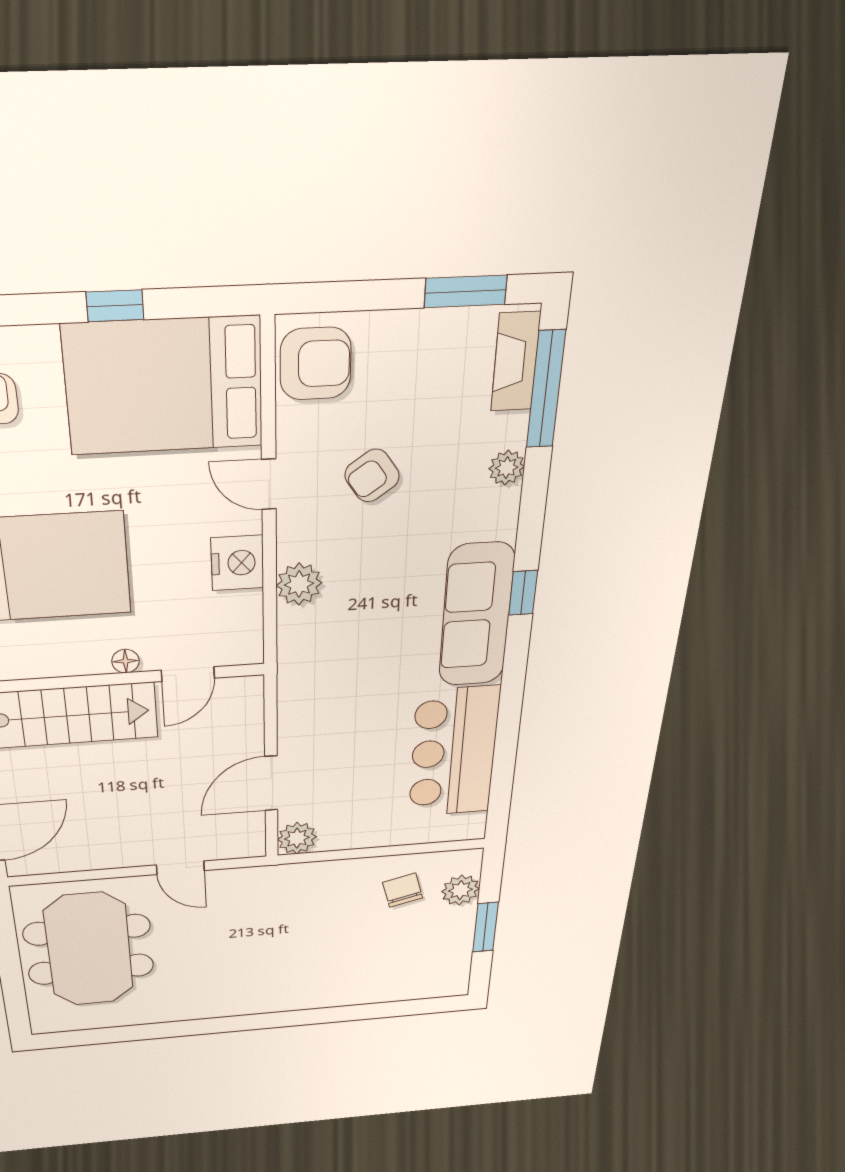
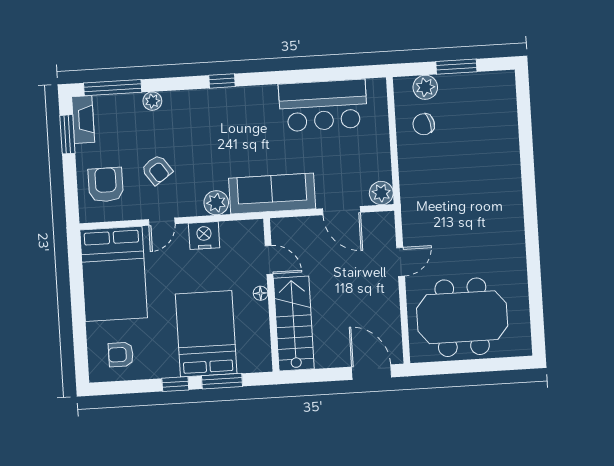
window: (115, 306) -> (77, 297), removed
fireplace: (516, 362) -> (83, 120), moved, turned -90
armchair: (316, 364) -> (106, 185), moved
sofa: (476, 615) -> (272, 193), moved, turned 180

